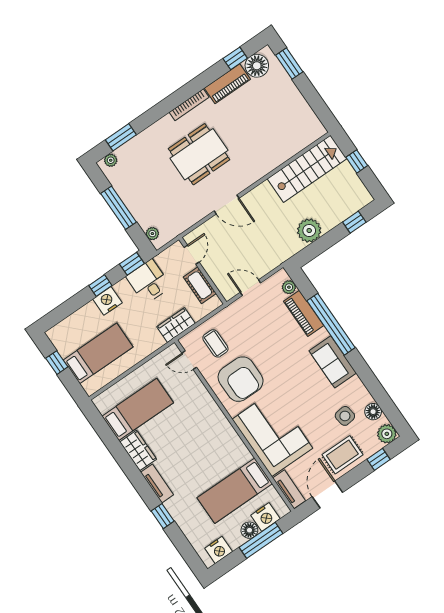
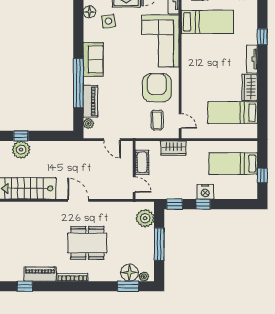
floor lamp: (257, 66) -> (129, 273), moved
door: (227, 205) -> (78, 200), moved
plant: (309, 230) -> (21, 150), moved
plant: (152, 234) -> (145, 218), width x1.88, depth x1.88
door: (192, 255) -> (134, 185), swing flipped
desk: (148, 282) -> (172, 186), removed

